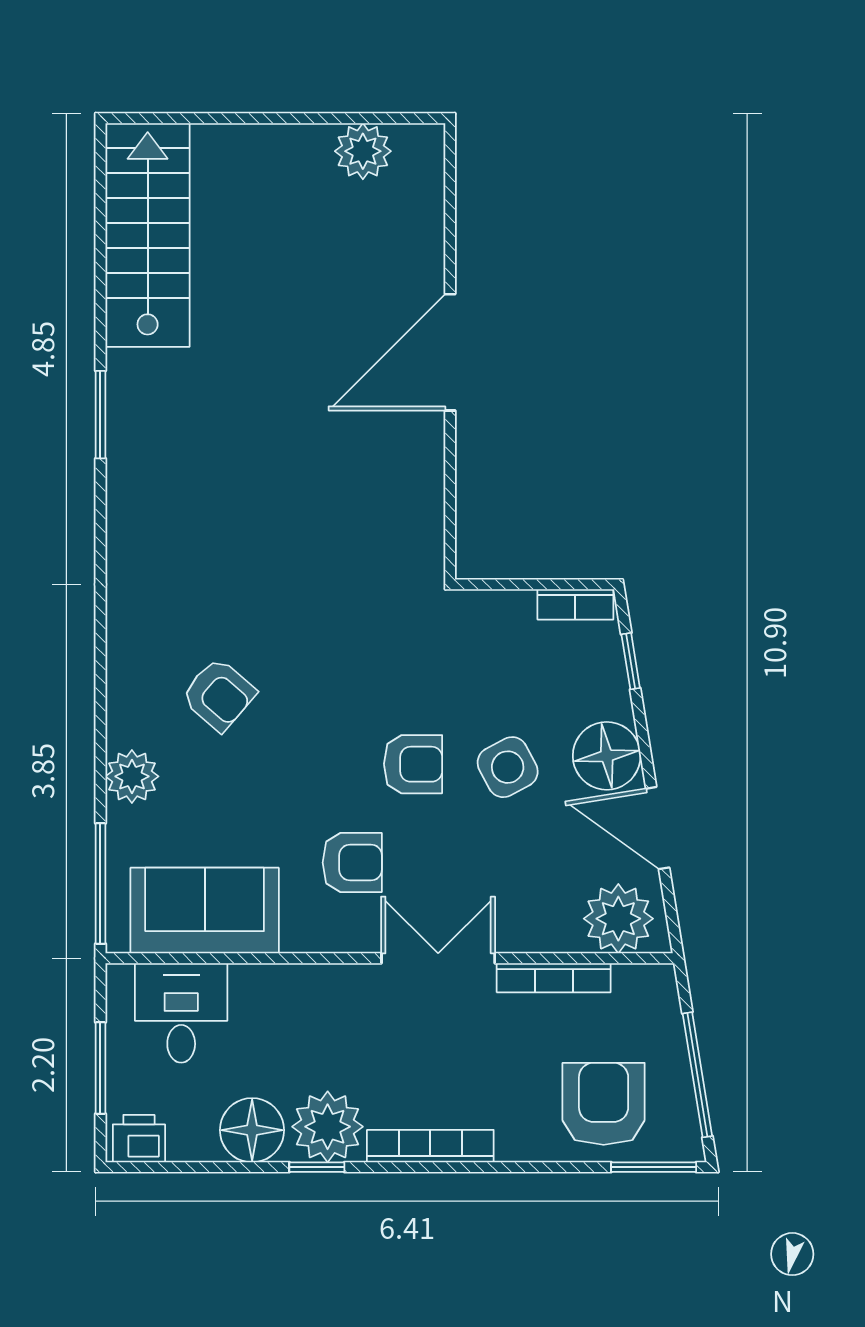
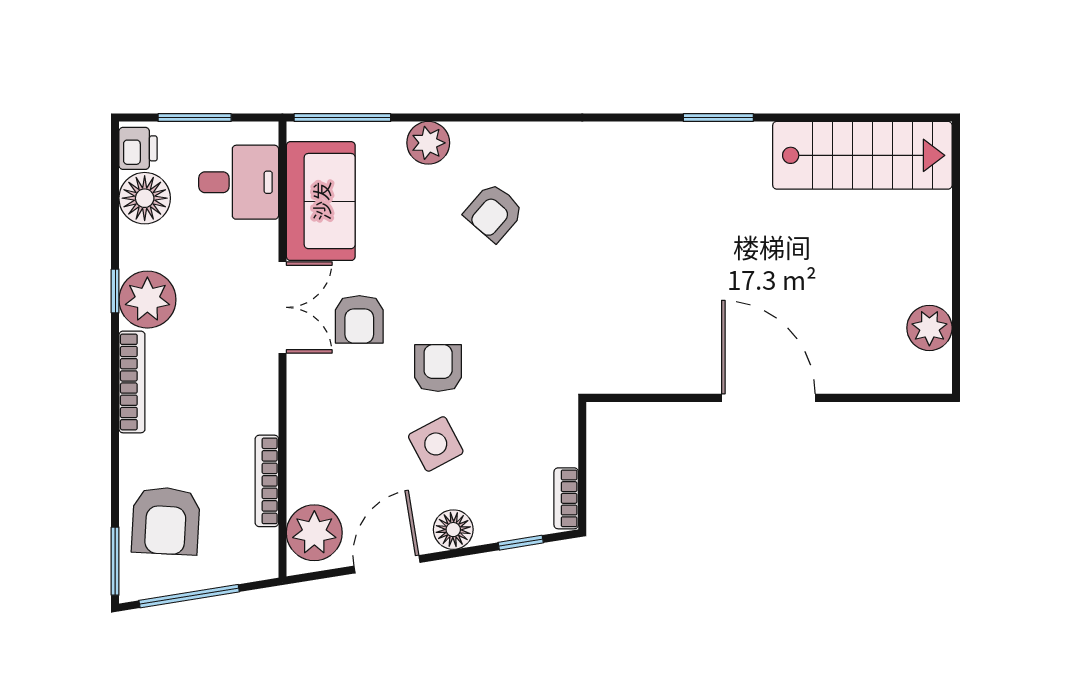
floor lamp: (607, 756) -> (453, 530), width x0.73, depth x0.73
armchair: (413, 764) -> (438, 368), turned 180
double door: (438, 958) -> (282, 307), moved
armchair: (604, 1104) -> (166, 521), turned 93
floor lamp: (252, 1130) -> (145, 198), moved

